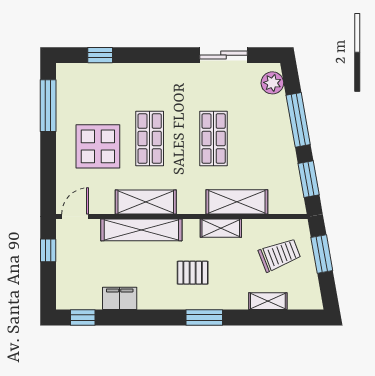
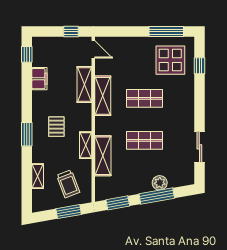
plant: (272, 83) -> (160, 183), moved
display table: (98, 146) -> (170, 60), moved
shelving: (141, 230) -> (84, 84), width x0.68

